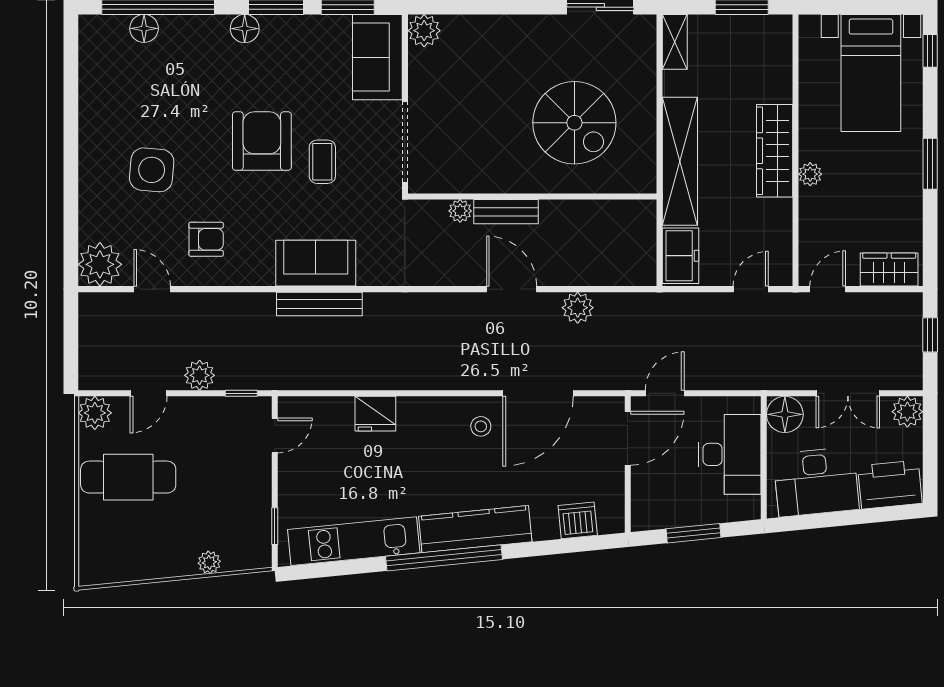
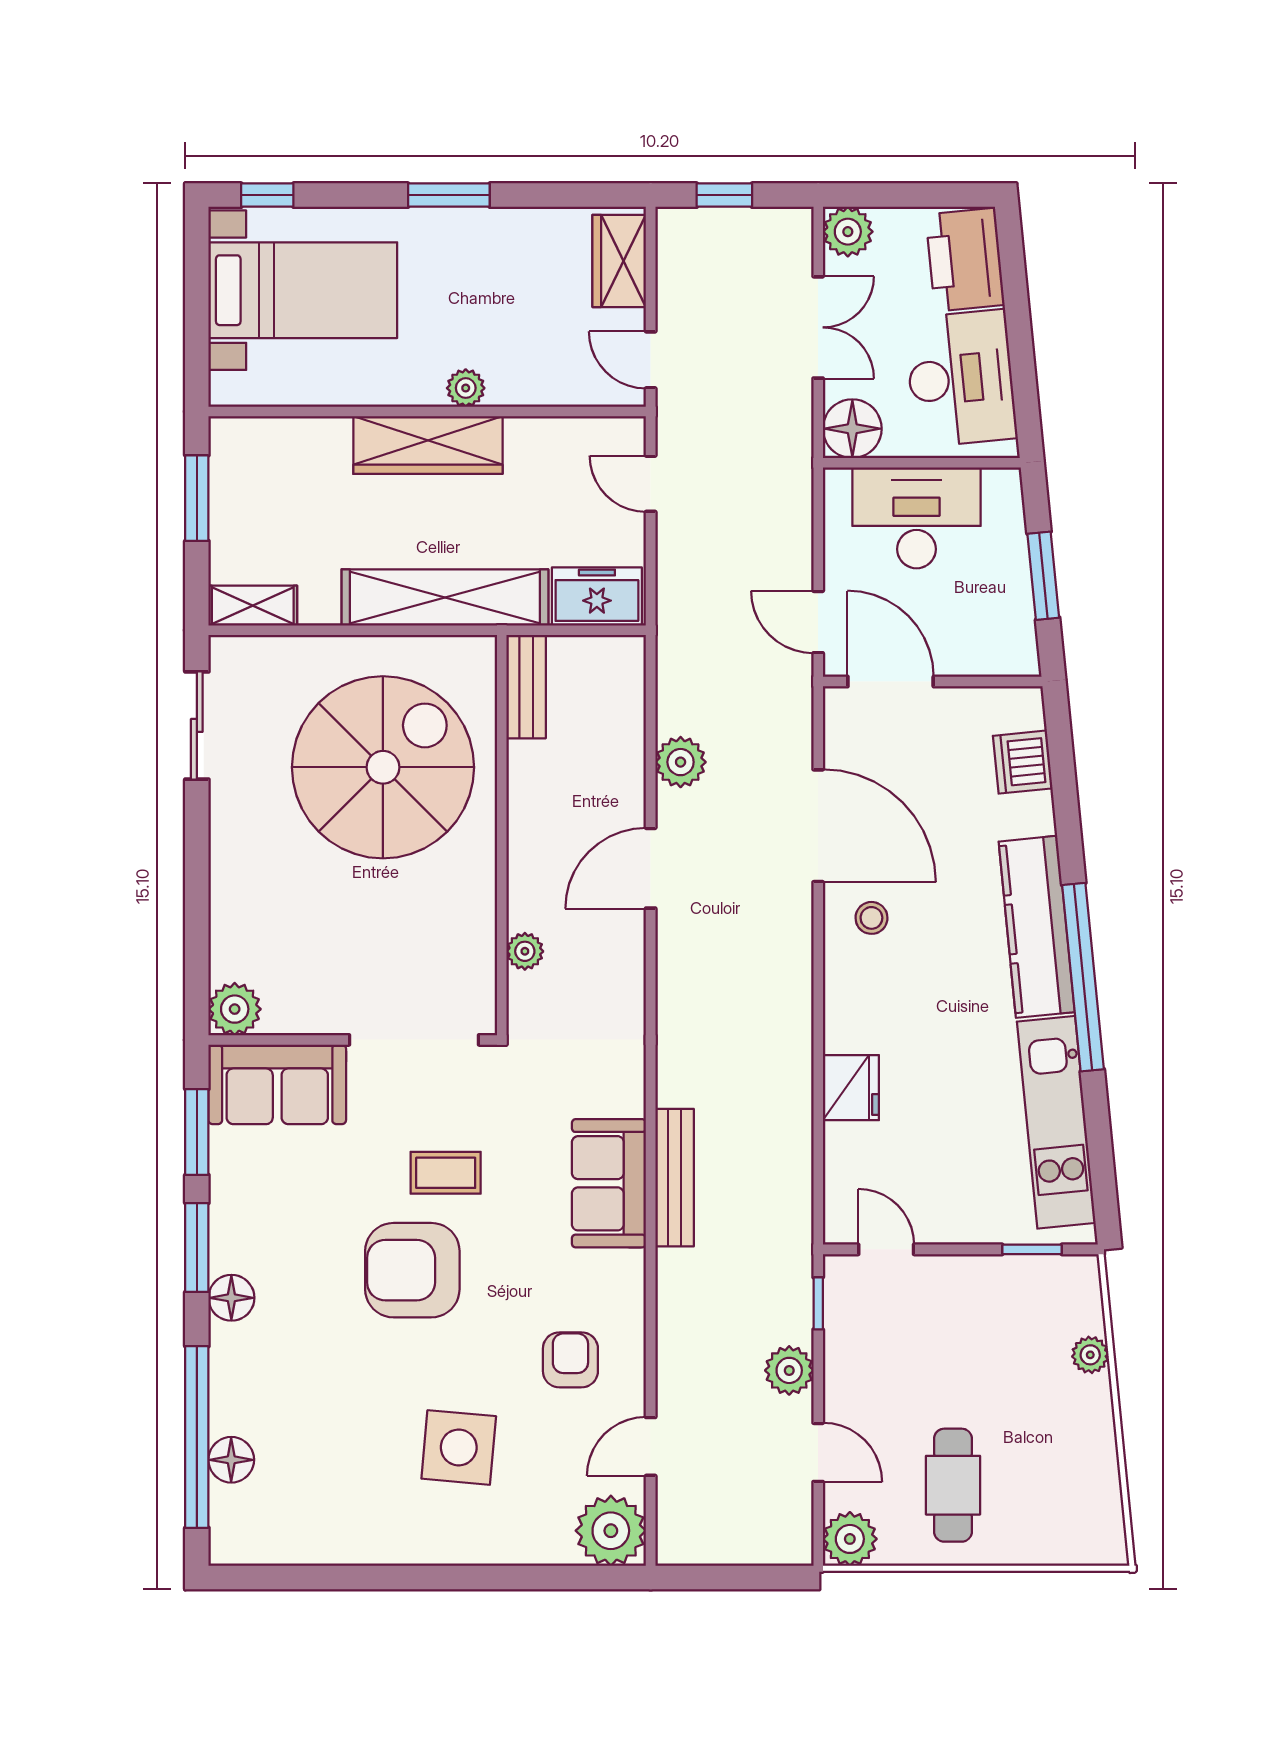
spiral stairs: (574, 123) -> (383, 767), width x1.37, depth x1.37
bench: (506, 212) -> (526, 687), moved
cafe table: (128, 477) -> (953, 1485), width x0.73, depth x0.74

